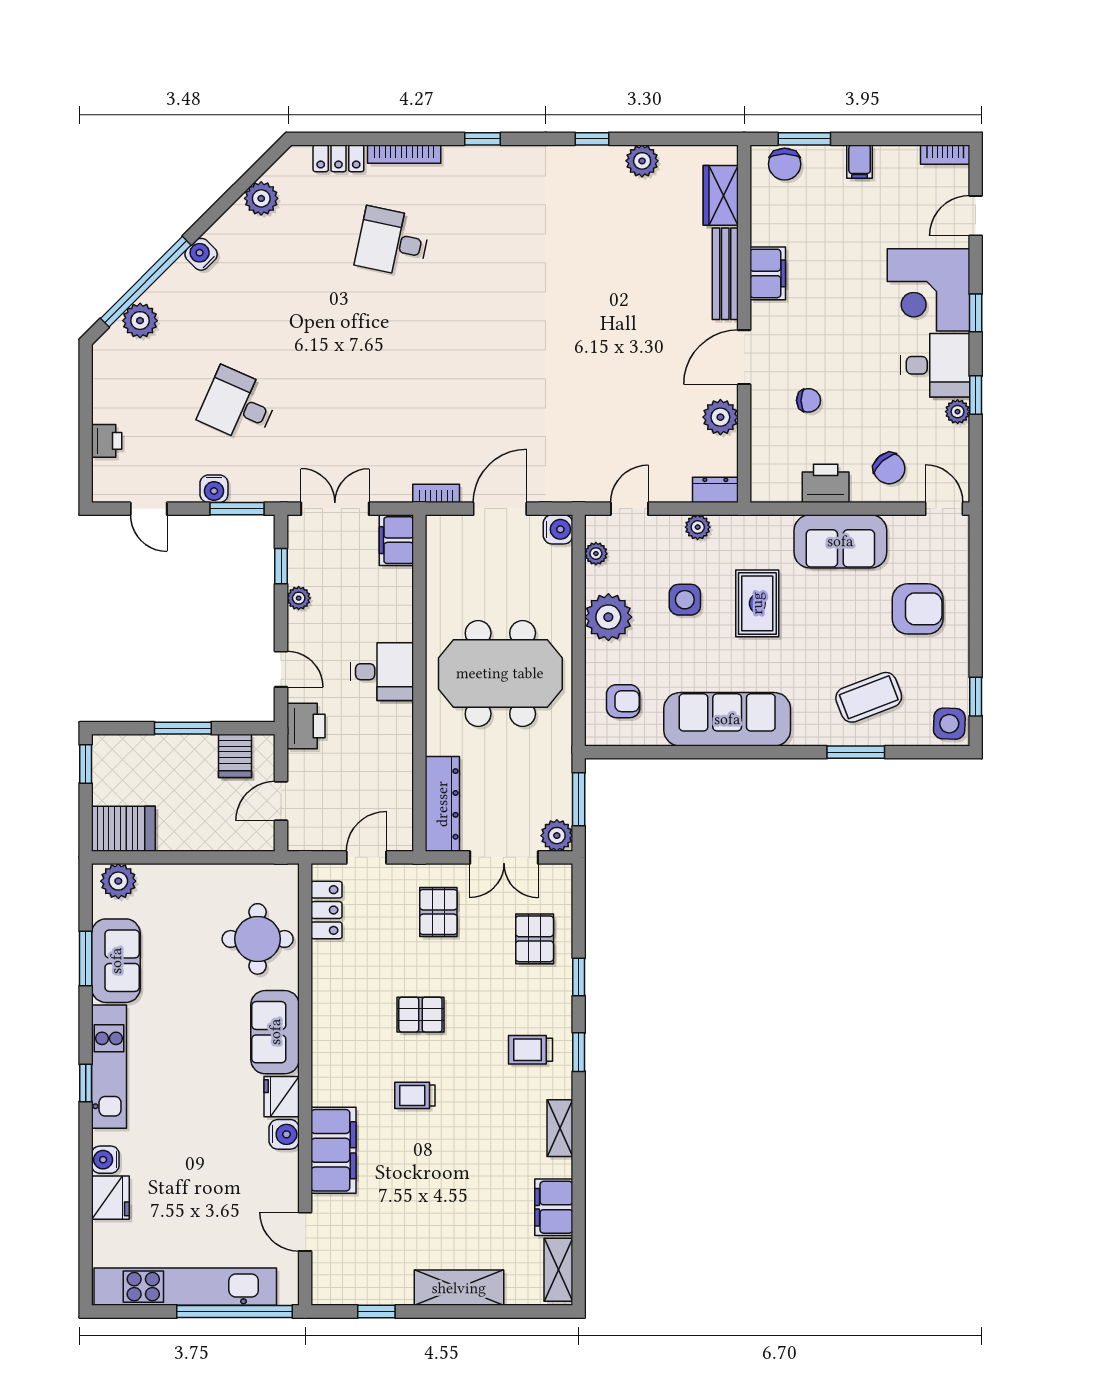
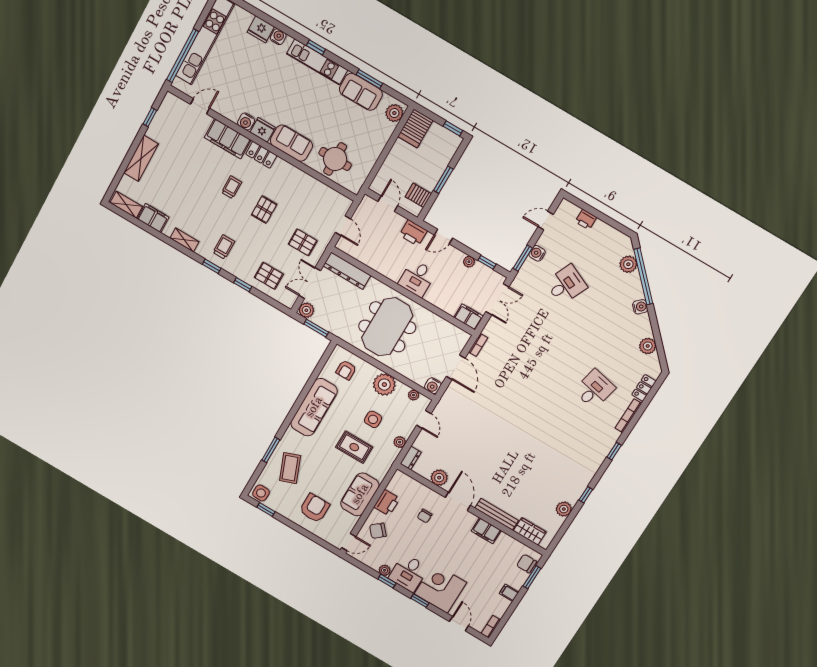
armchair: (918, 609) -> (314, 508), turned 180
locker: (326, 910) -> (261, 155), moved

